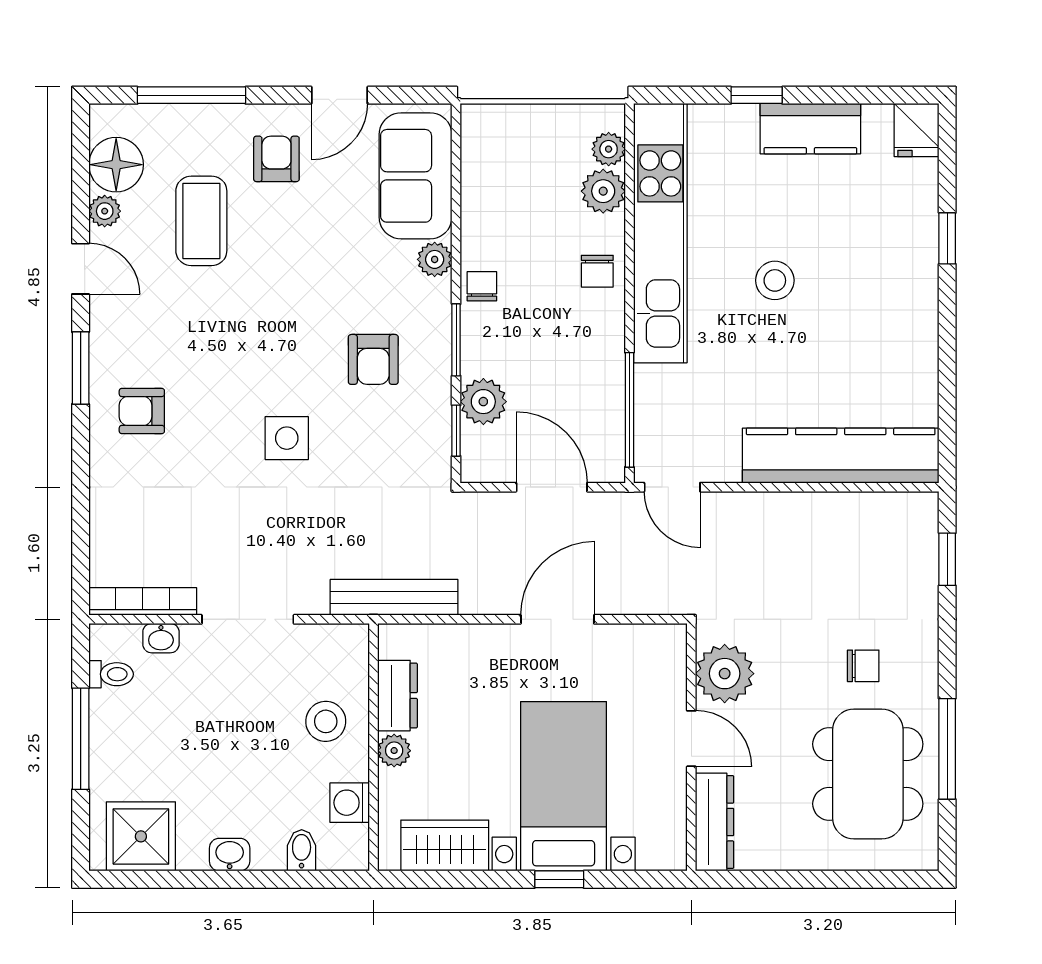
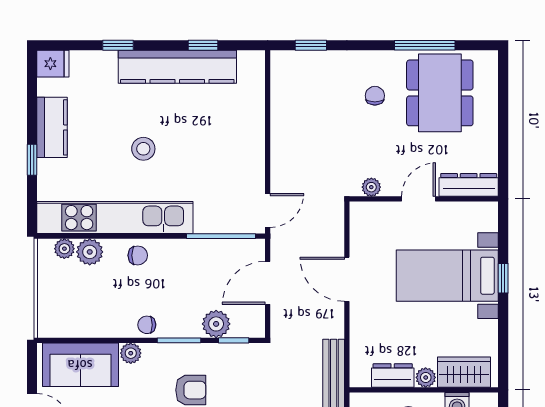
window: (947, 380) -> (203, 45), added
kitchen counter: (841, 456) -> (177, 67), moved, turned -90
plant: (725, 674) -> (371, 187), width x0.53, depth x0.53
dining table: (868, 774) -> (440, 93), turned 90
wardrobe: (445, 846) -> (464, 372), moved, turned 90

